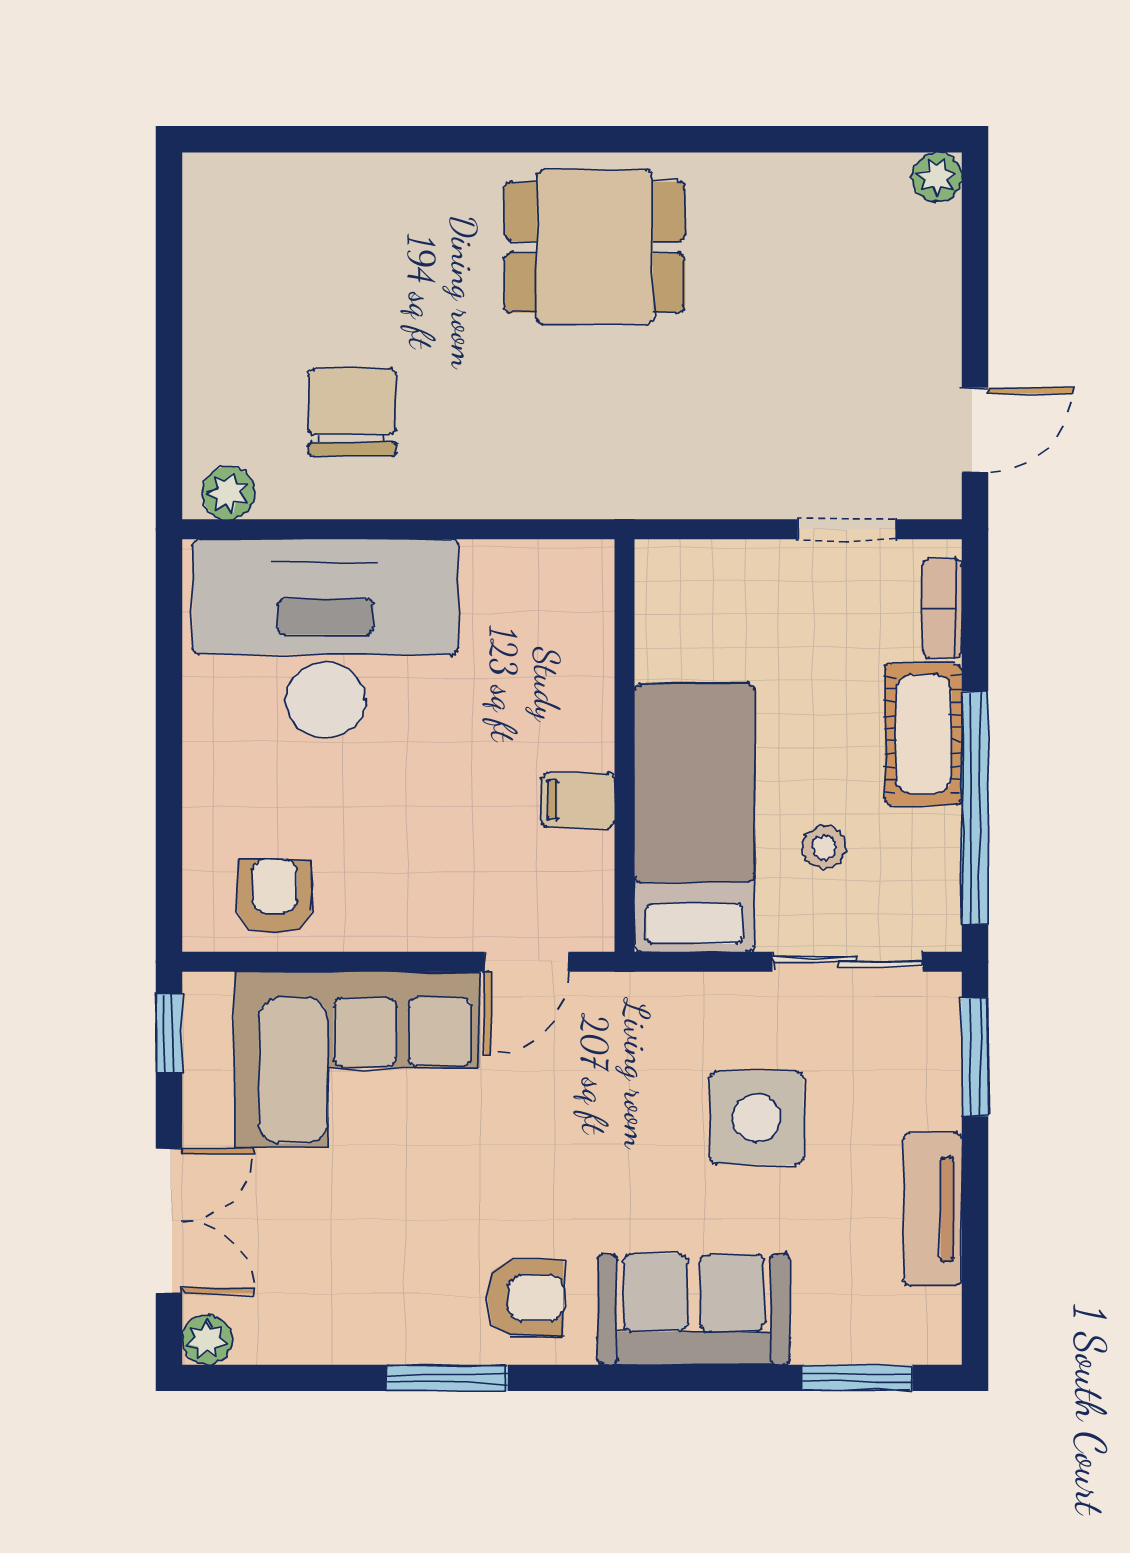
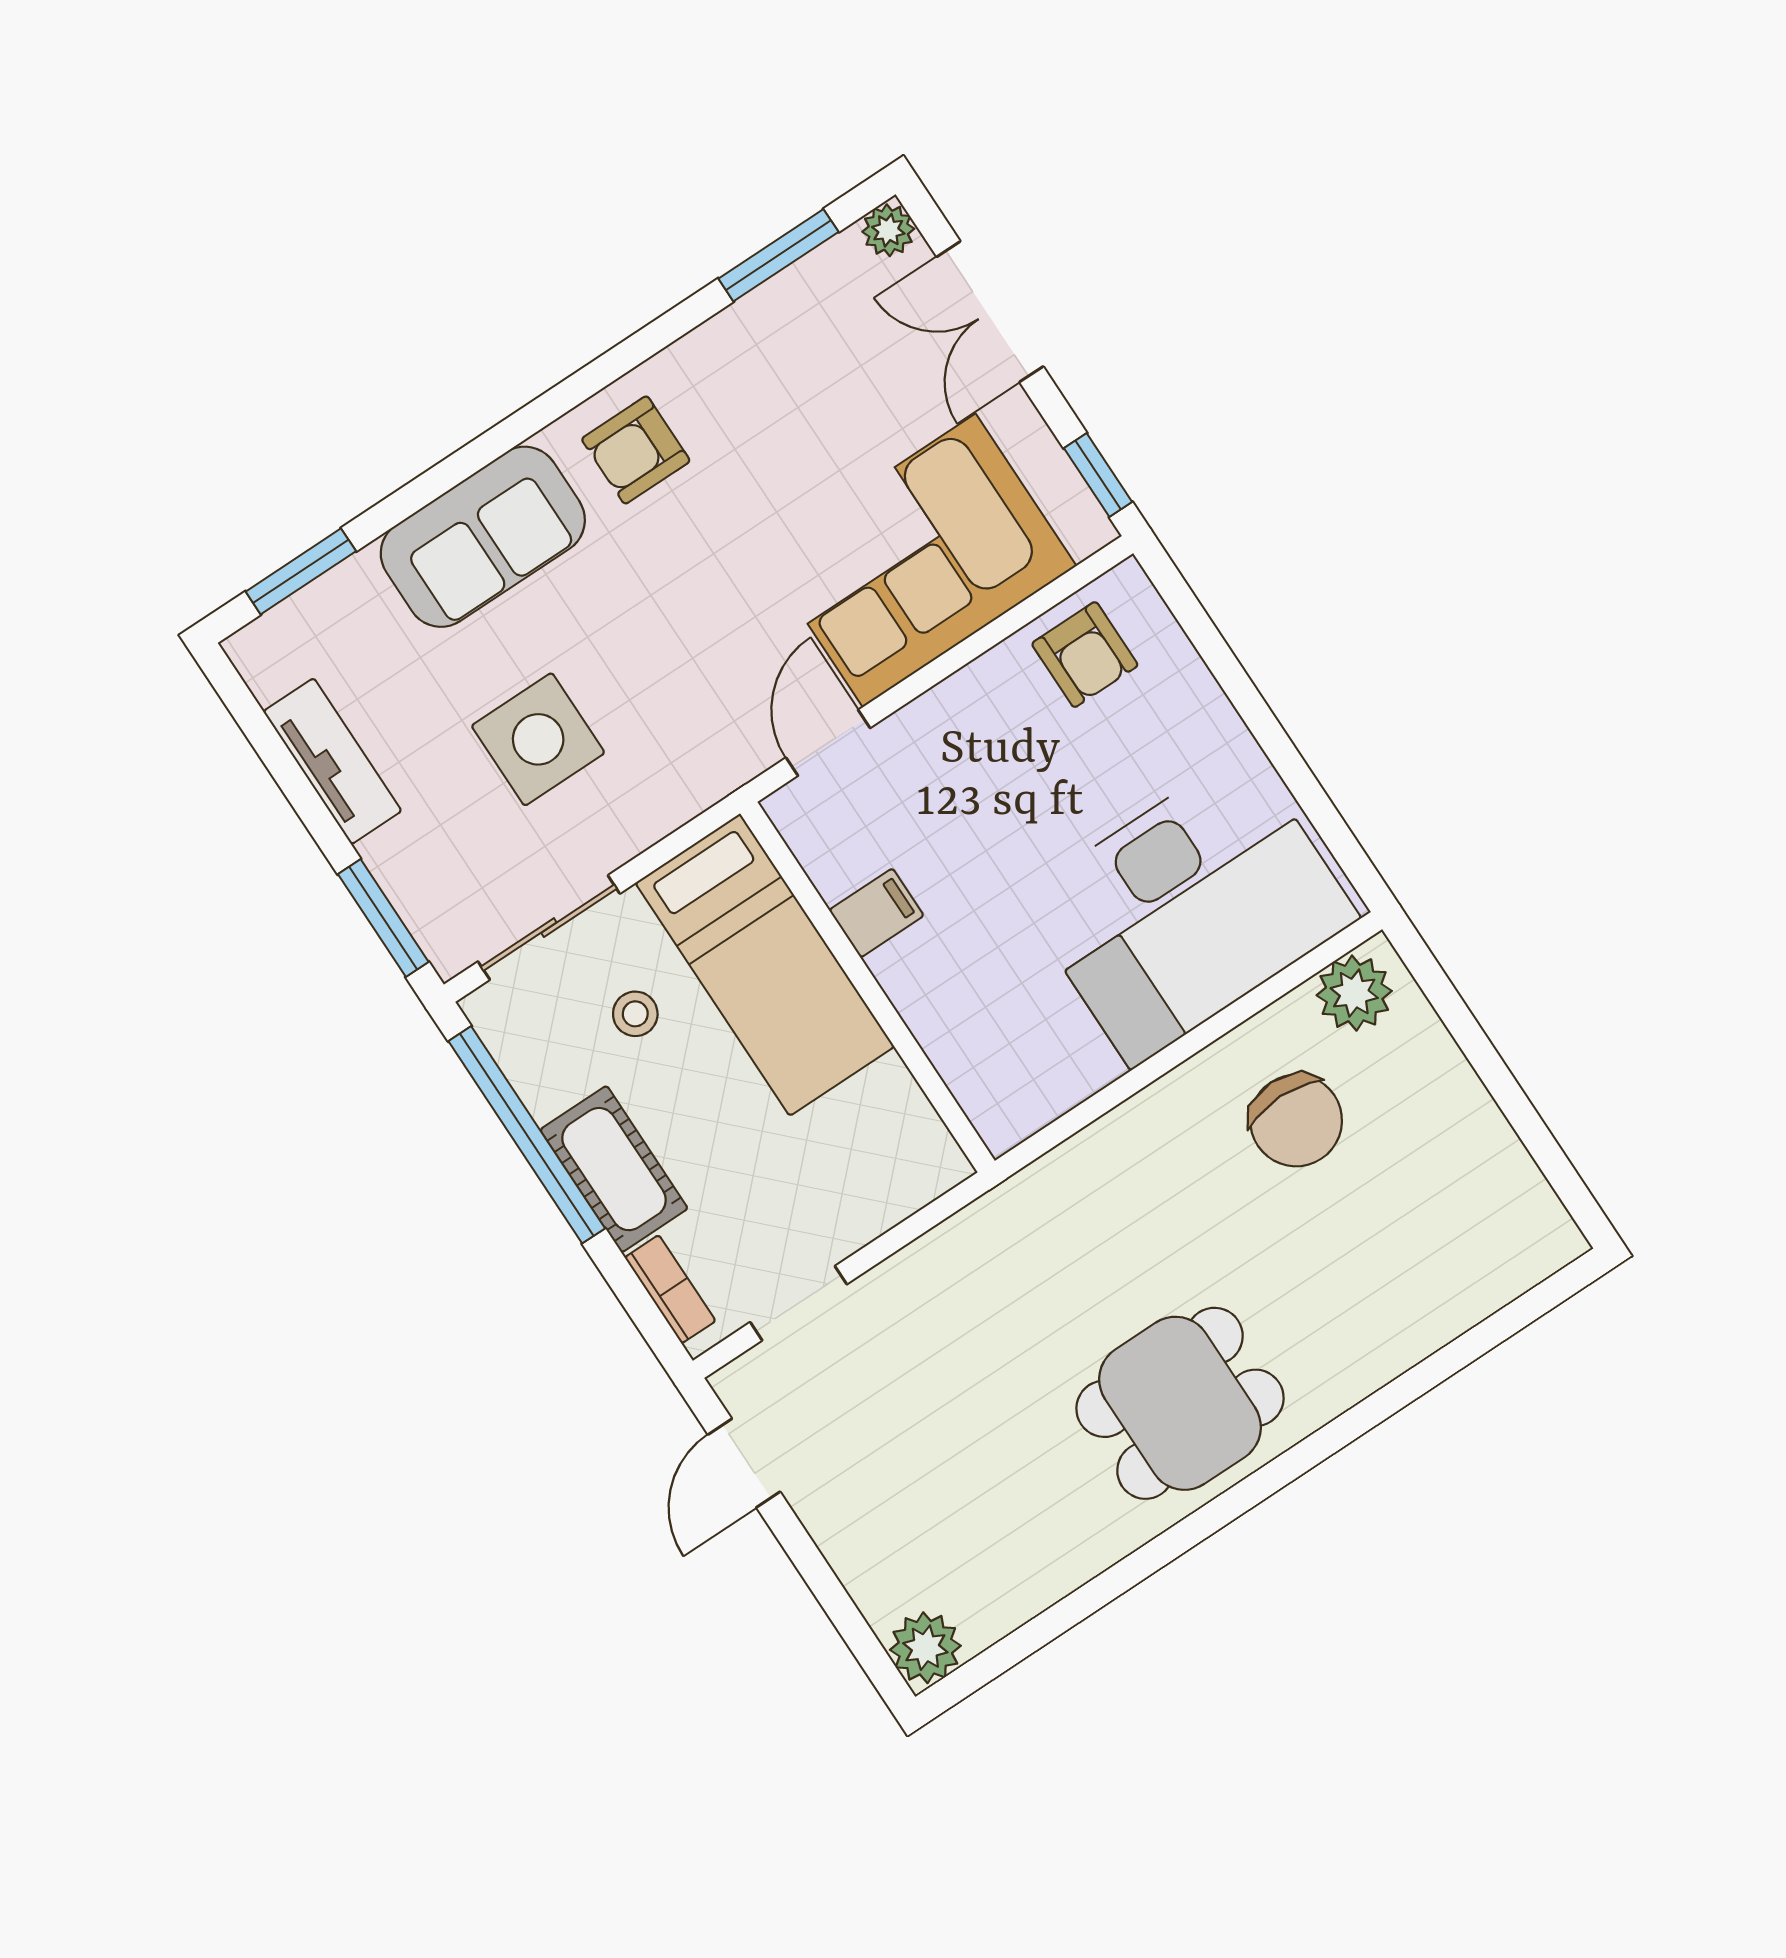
plant: (937, 177) -> (925, 1648), width x1.38, depth x1.38
plant: (228, 493) -> (1354, 993), width x1.38, depth x1.38
window: (447, 1378) -> (778, 255), moved

